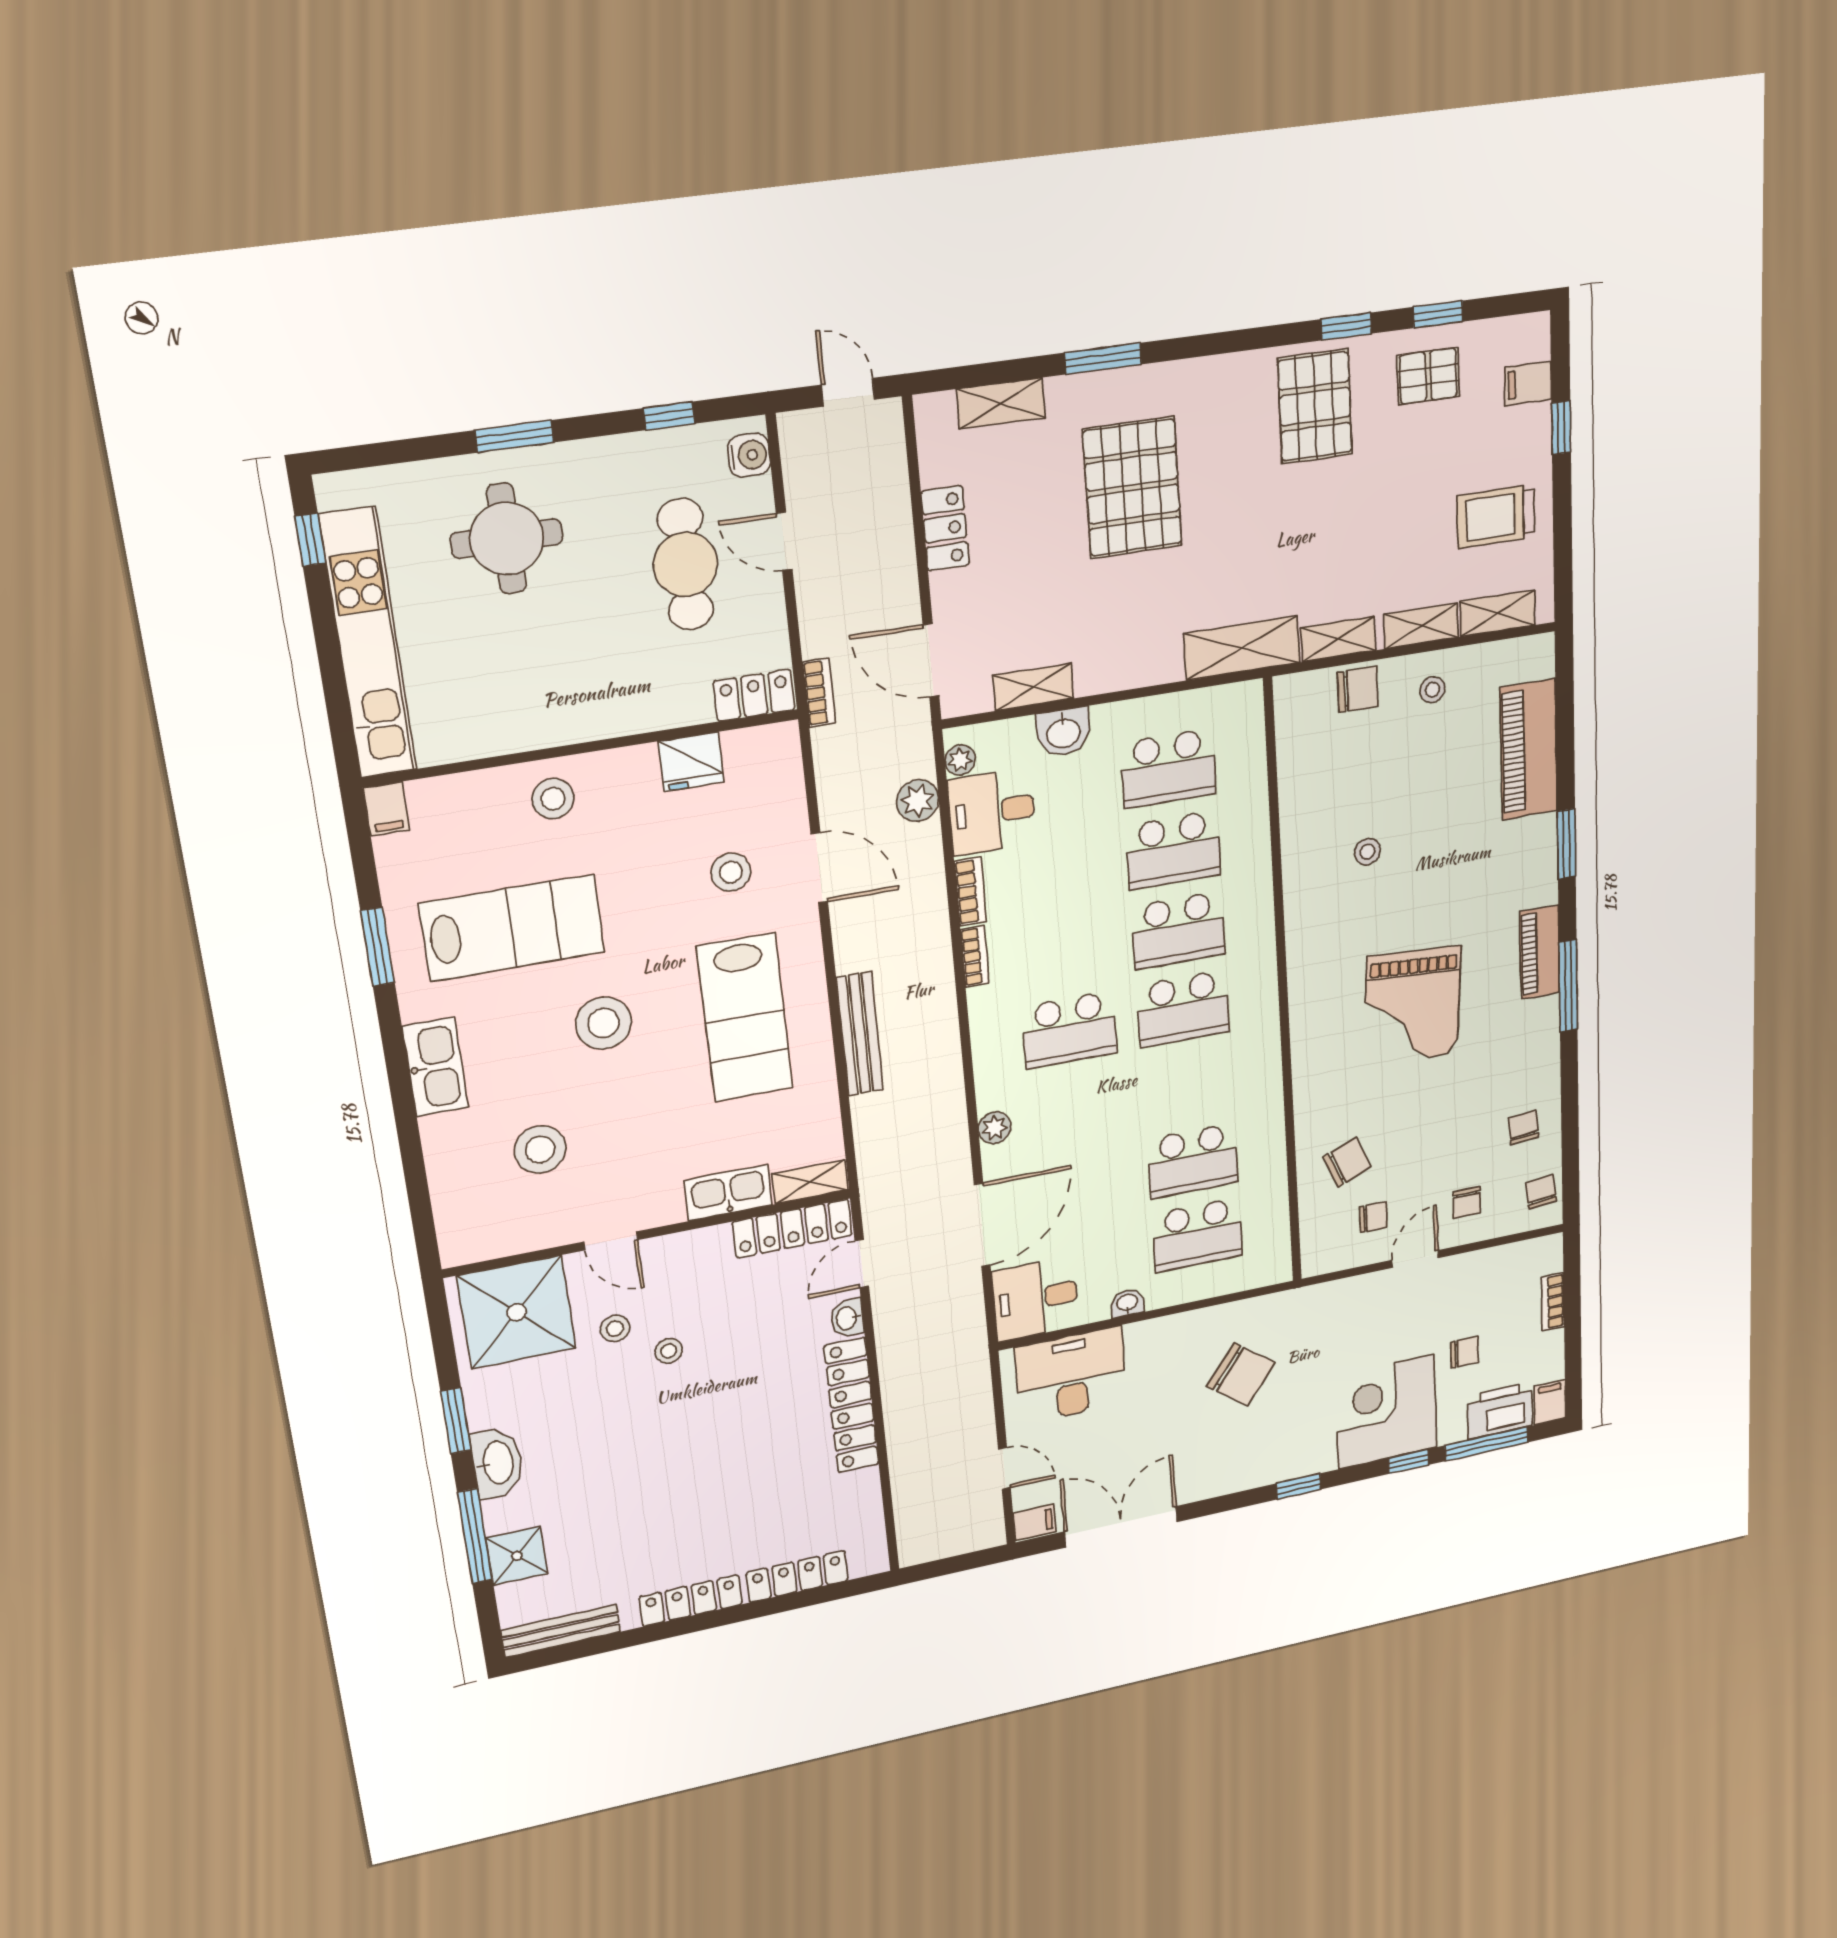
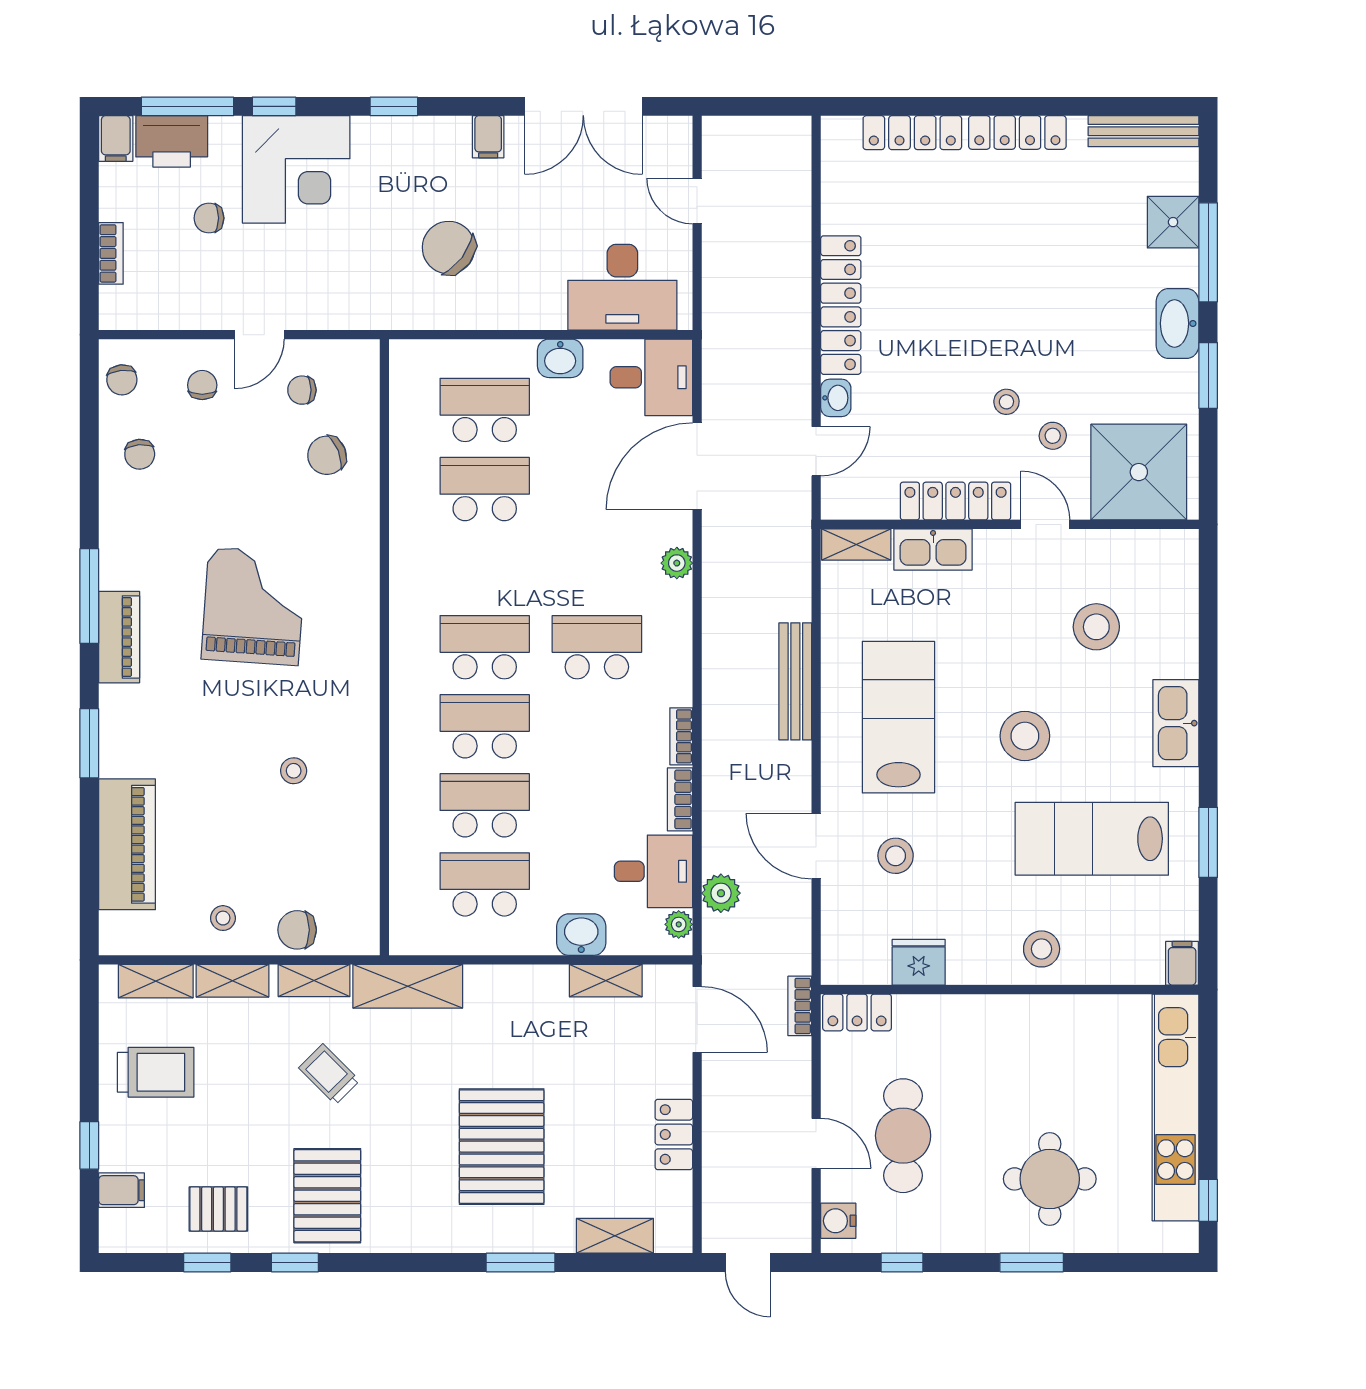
trolley: (1319, 541) -> (329, 1074), added
locker: (792, 1228) -> (955, 501), moved
washbasin: (1127, 1303) -> (560, 358), width x1.38, depth x1.45
filing cabinet: (1035, 1522) -> (488, 137), moved, turned -90

